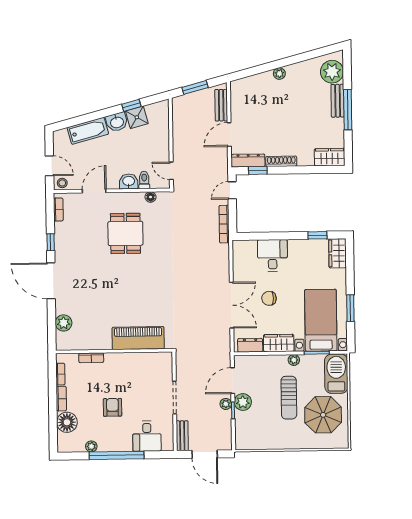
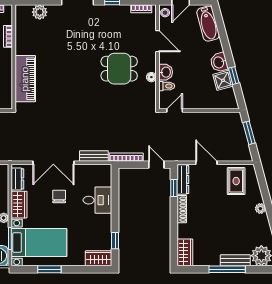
rug: (249, 101) -> (236, 181), added
bench: (221, 105) -> (94, 156), moved
bathtub: (88, 131) -> (208, 24), moved
floor lamp: (150, 197) -> (151, 77), moved

